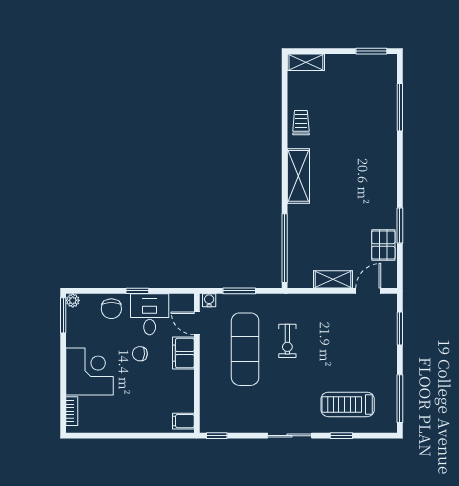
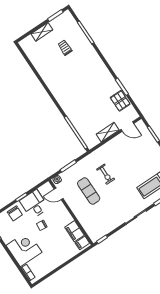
shelving: (306, 62) -> (42, 32), moved
trolley: (301, 123) -> (65, 48), moved
shelving: (298, 176) -> (60, 95), removed
door: (368, 291) -> (127, 127), swing flipped
exercise mat: (245, 349) -> (89, 191), width x0.73, depth x0.69
filing cabinet: (183, 353) -> (74, 231), moved

